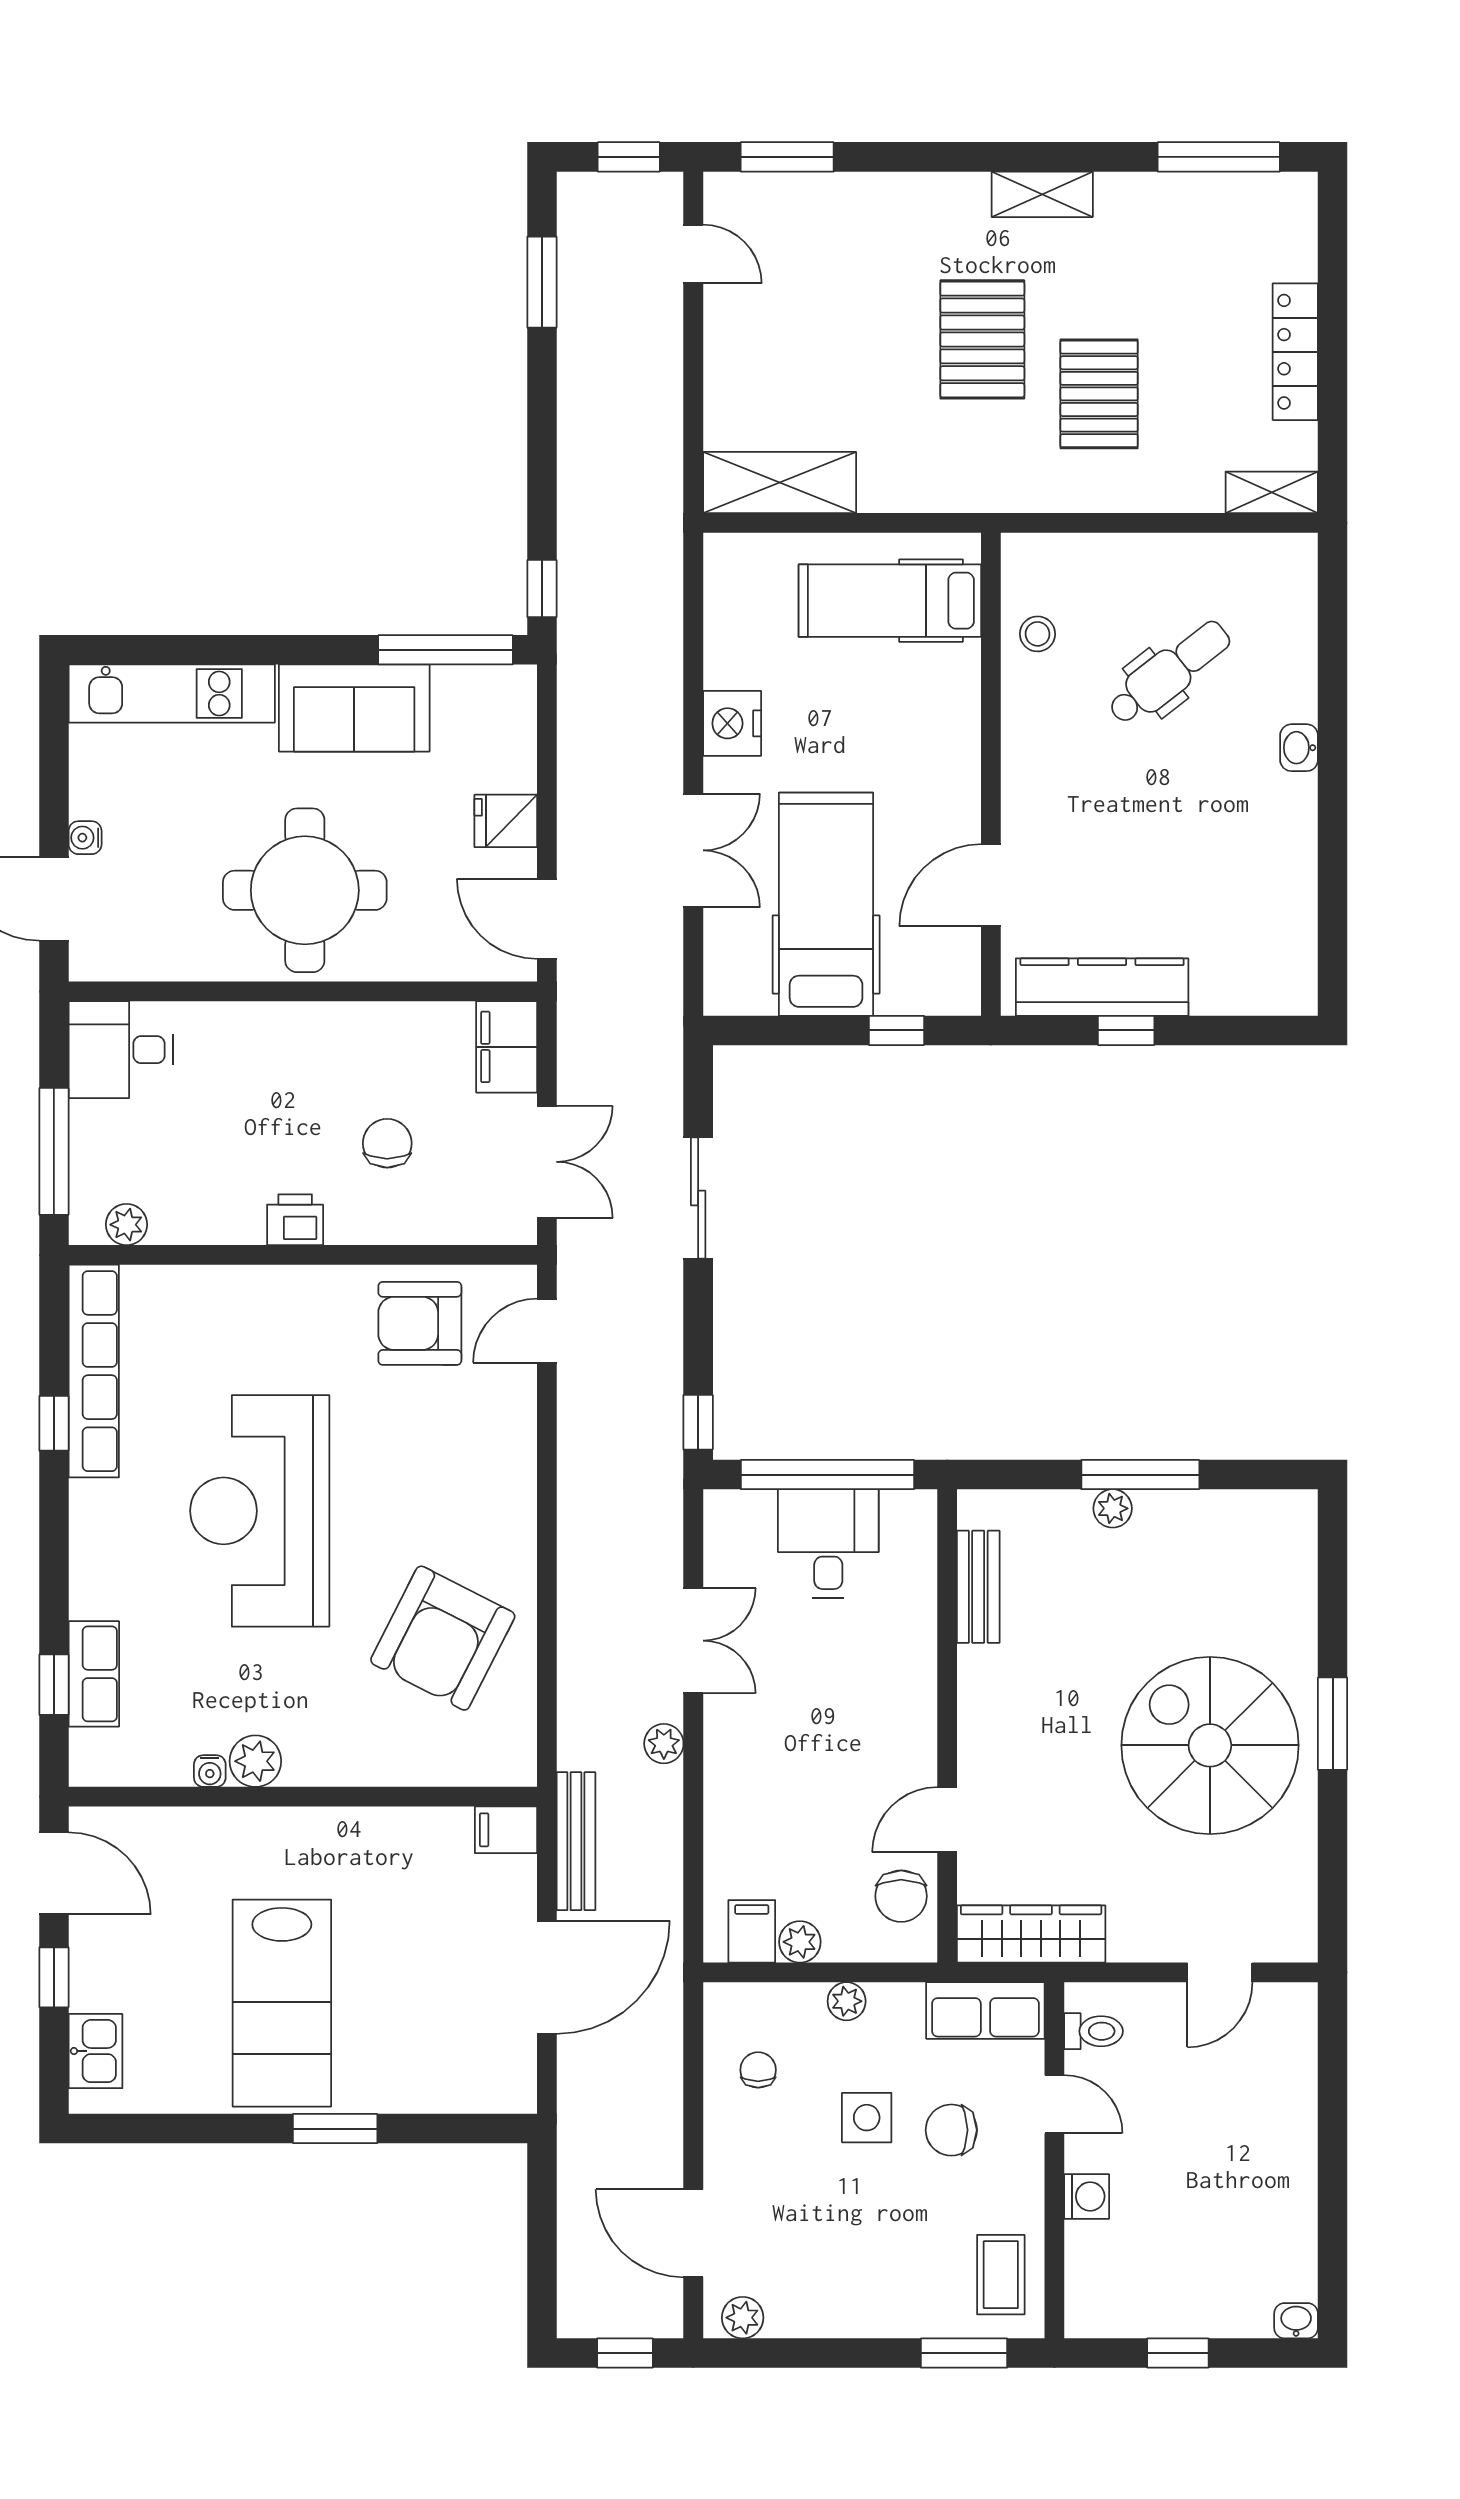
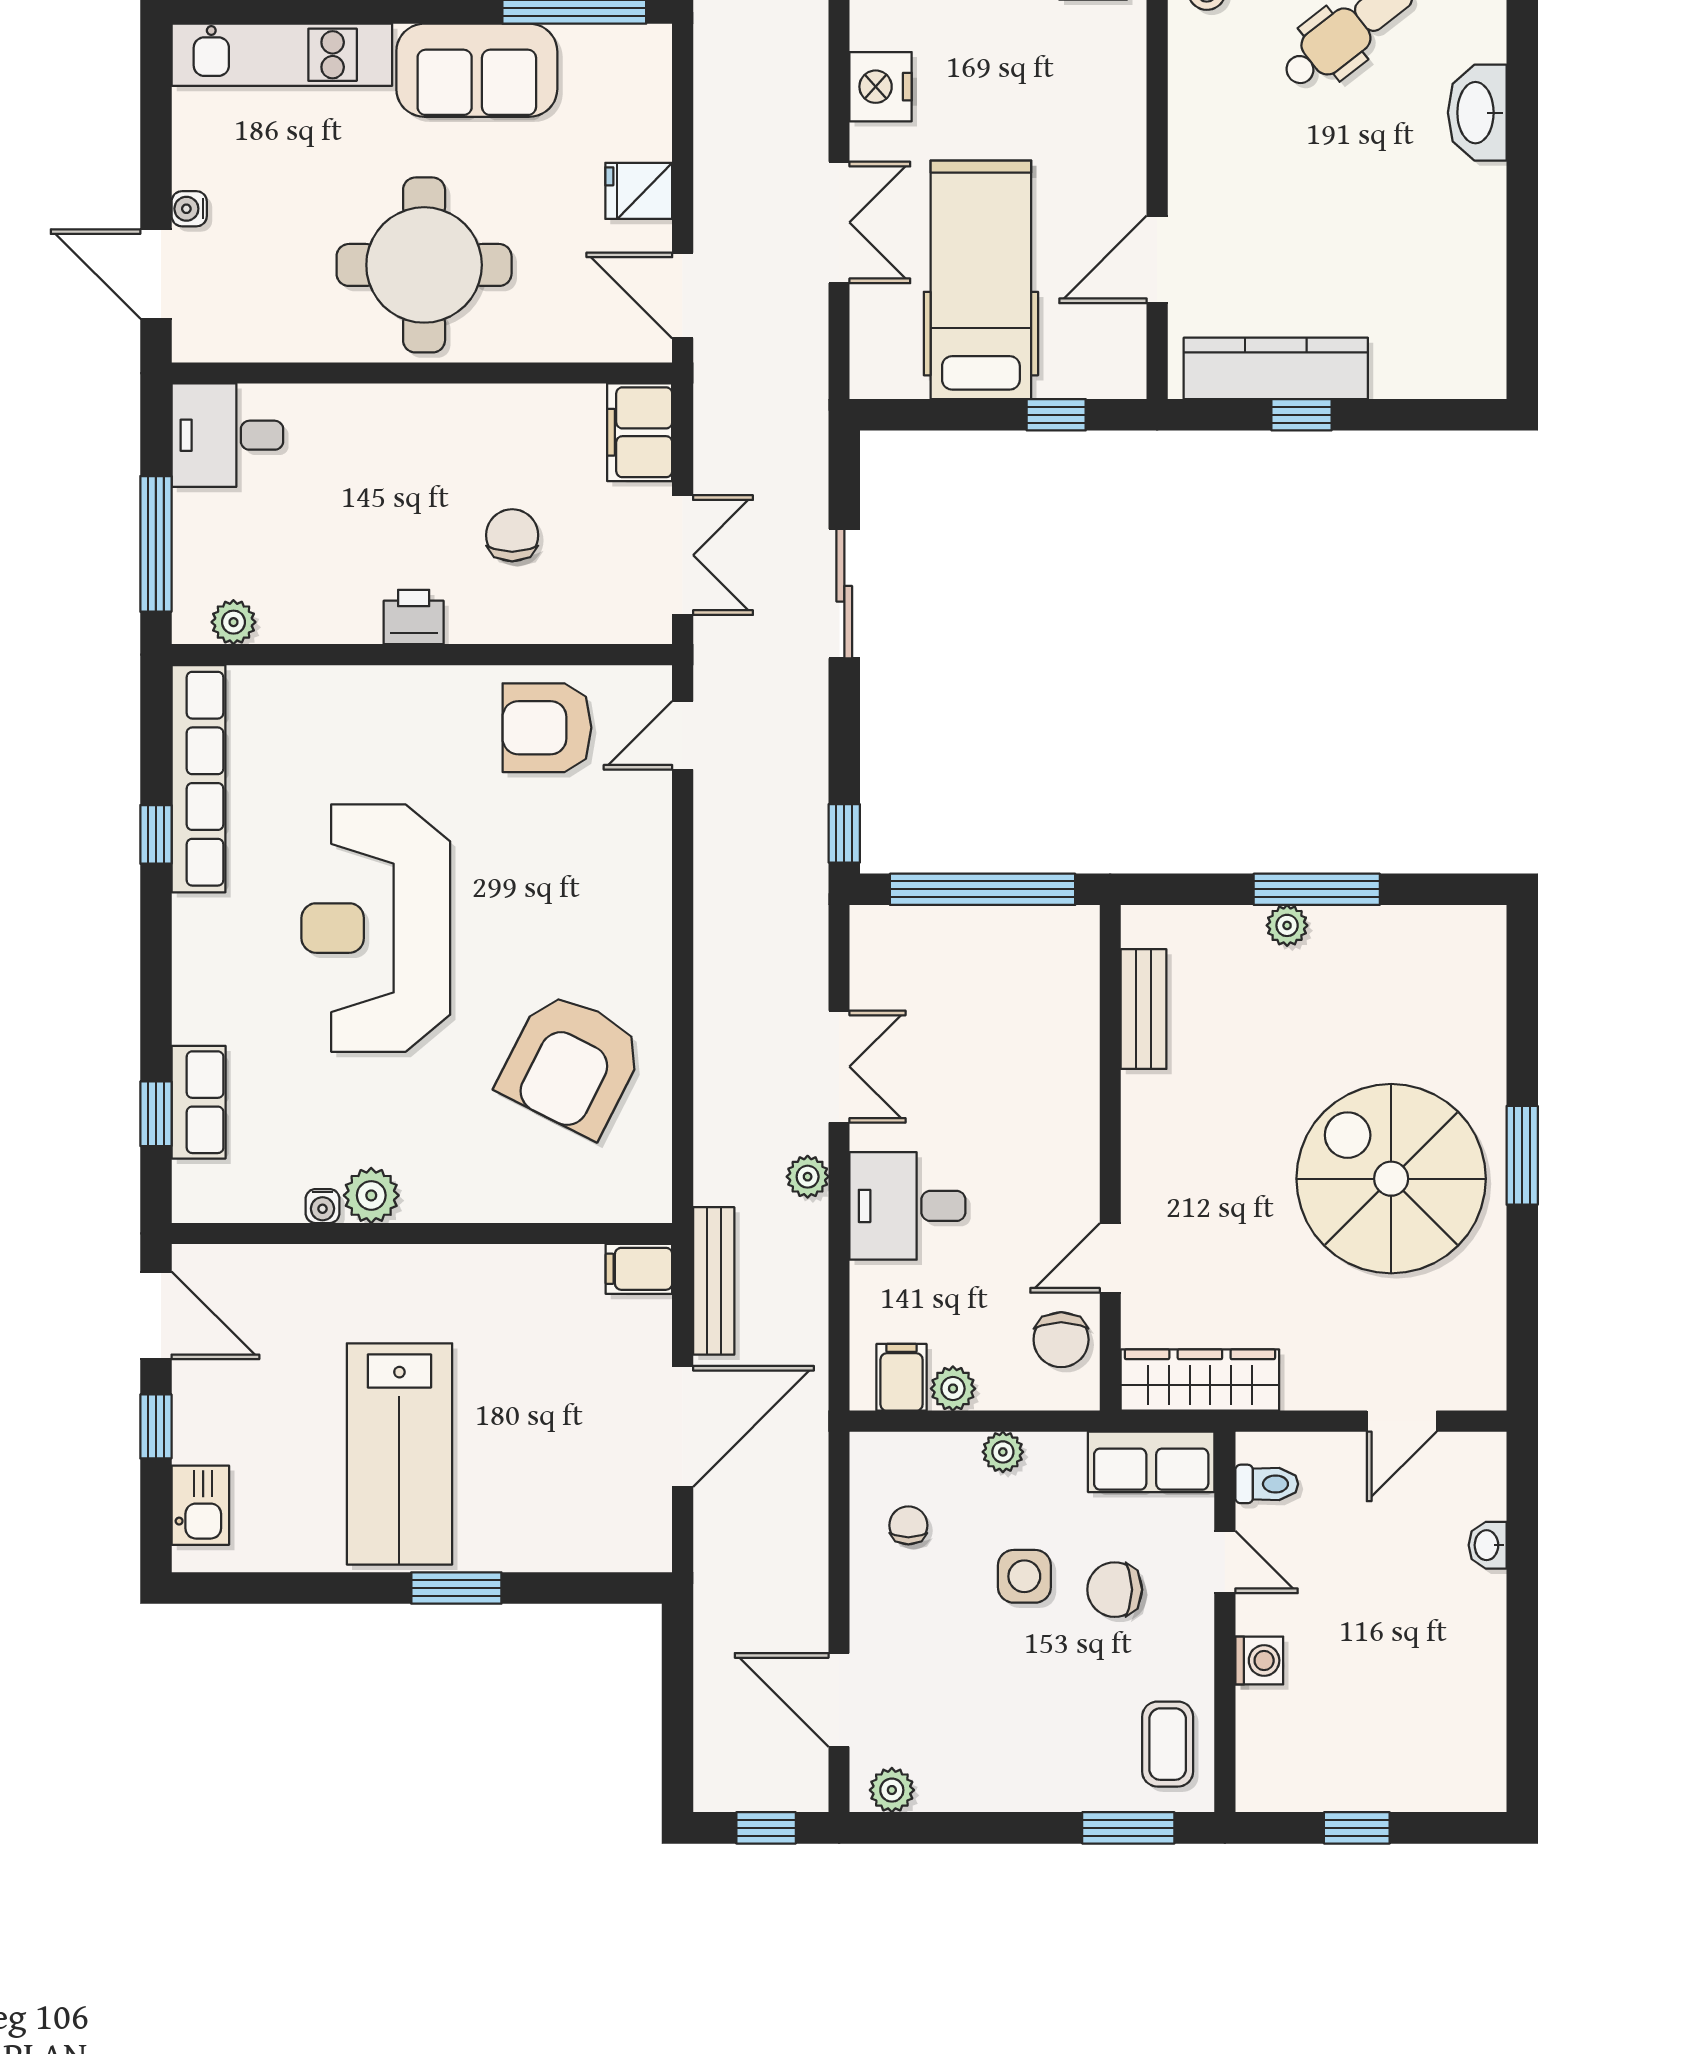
washbasin: (1299, 748) -> (1477, 113), width x1.91, depth x1.45
desk: (828, 1544) -> (907, 1206), moved, turned -90
washbasin: (1296, 2321) -> (1488, 1545), moved, turned -90

